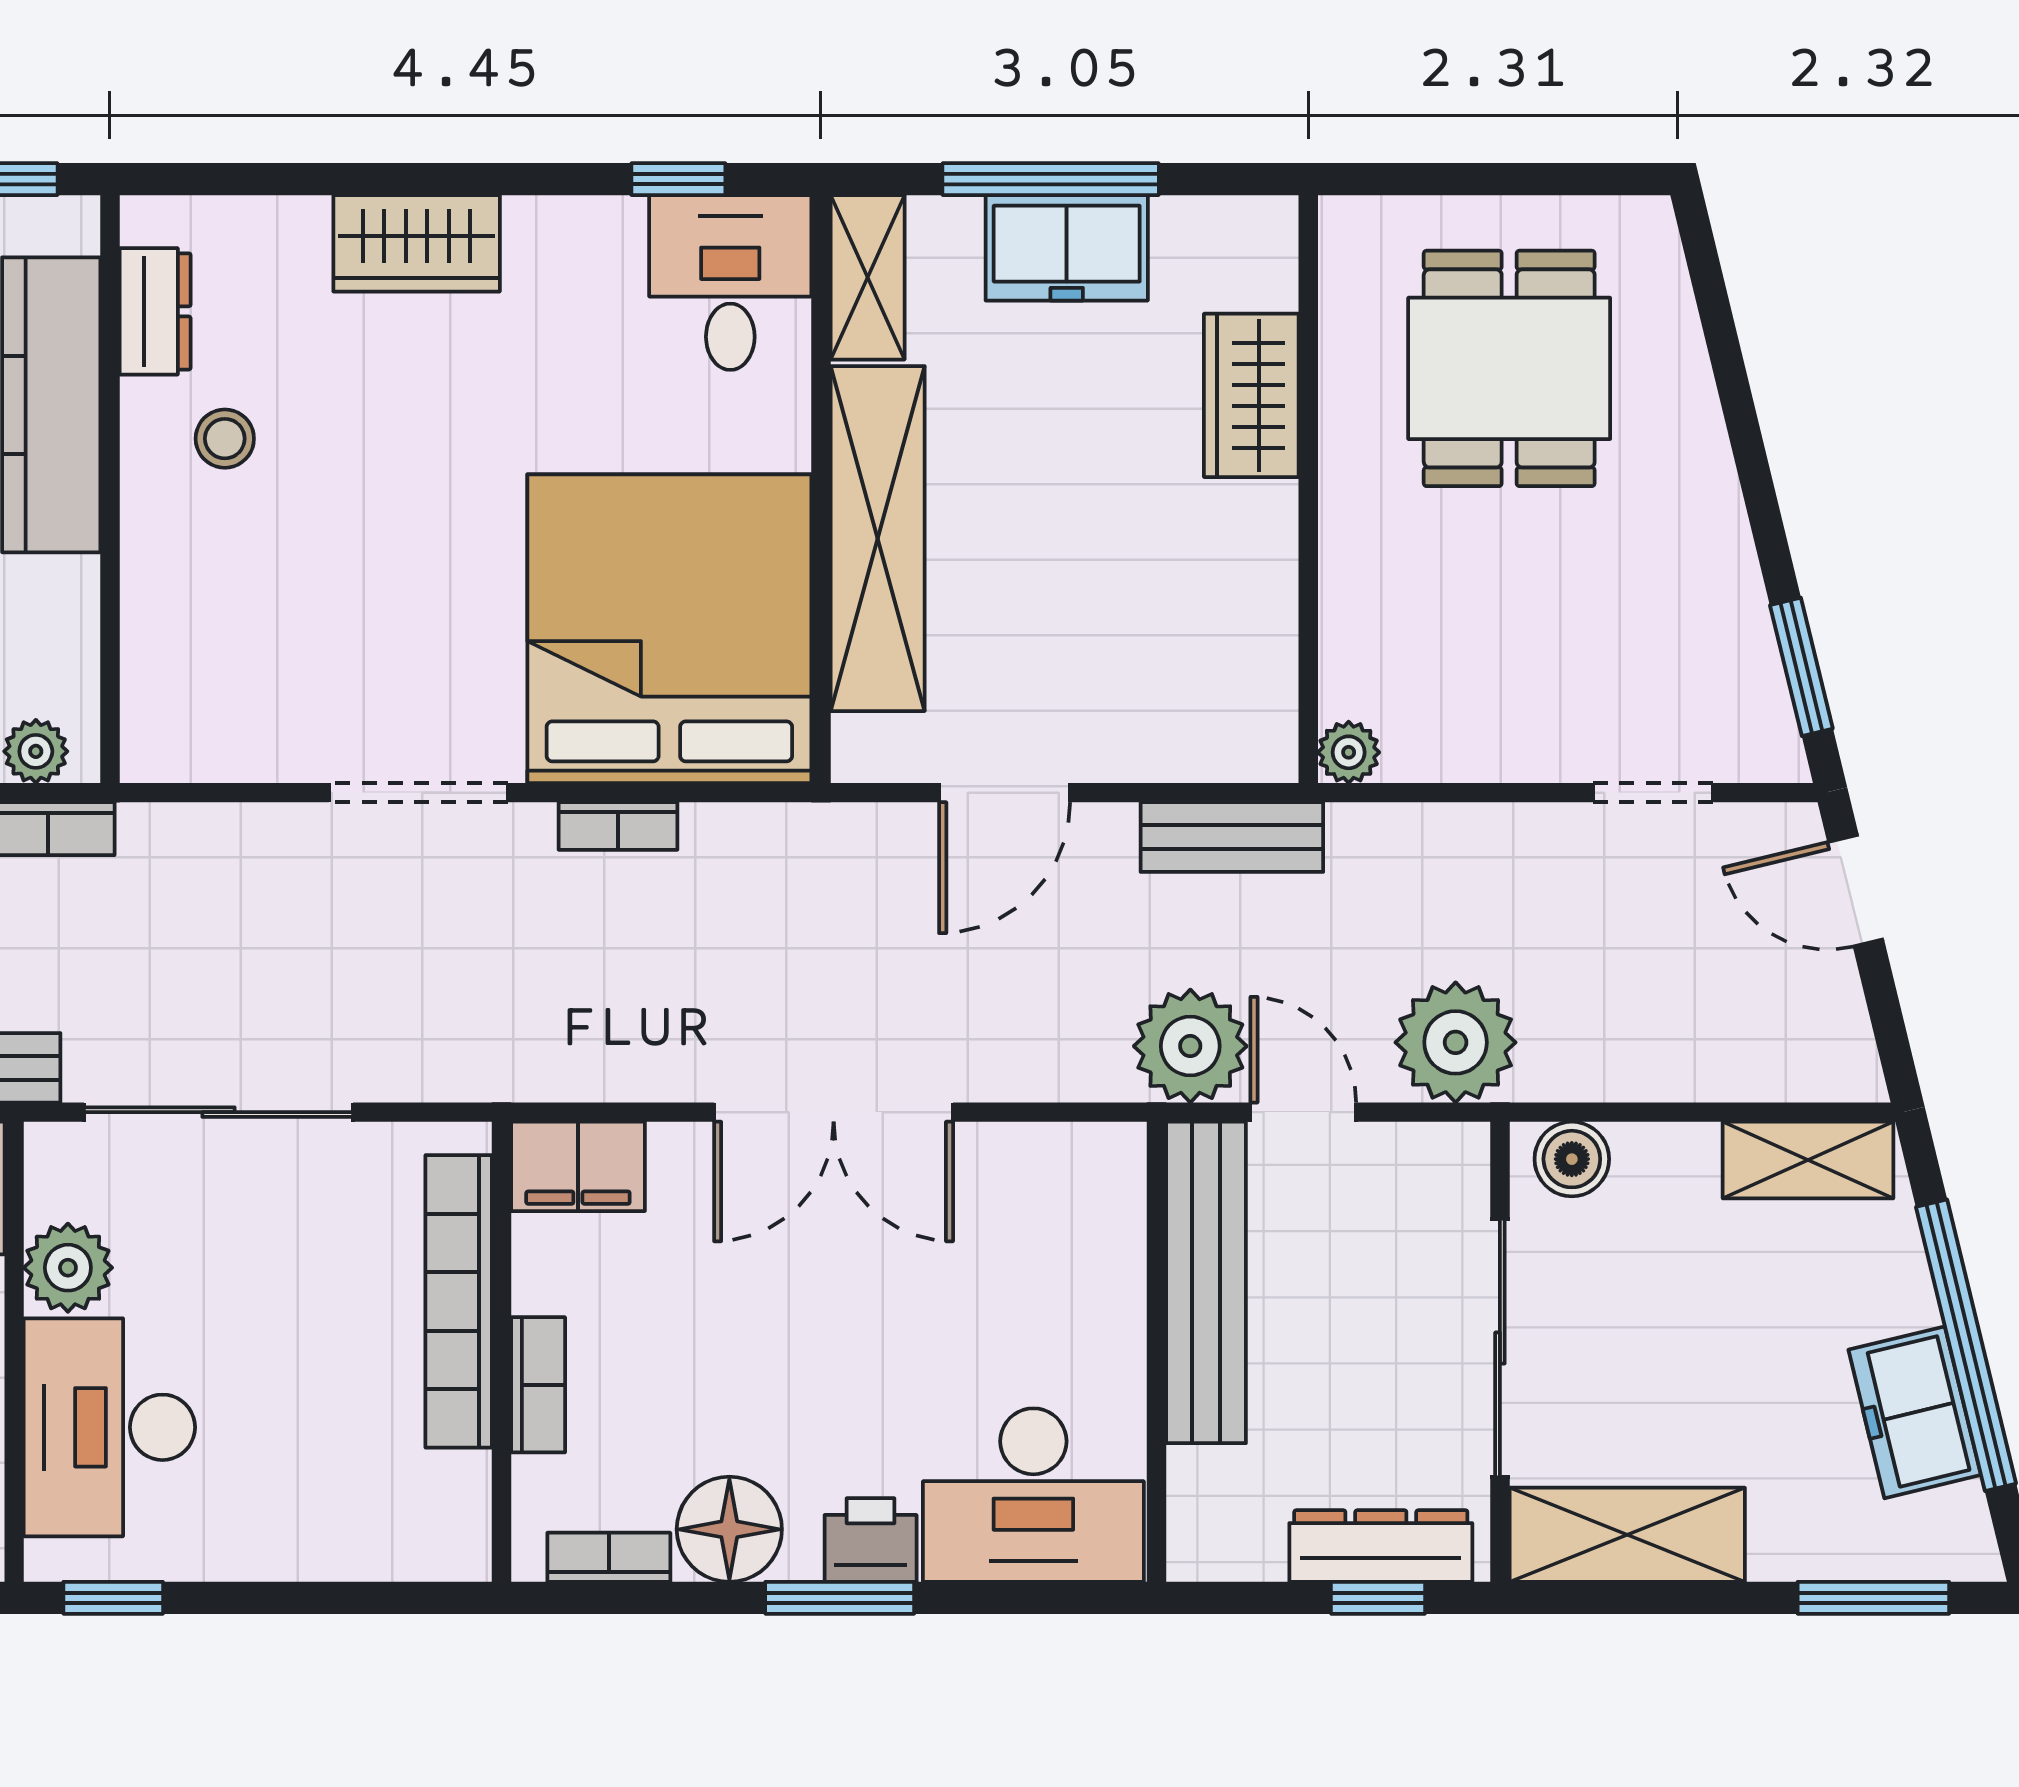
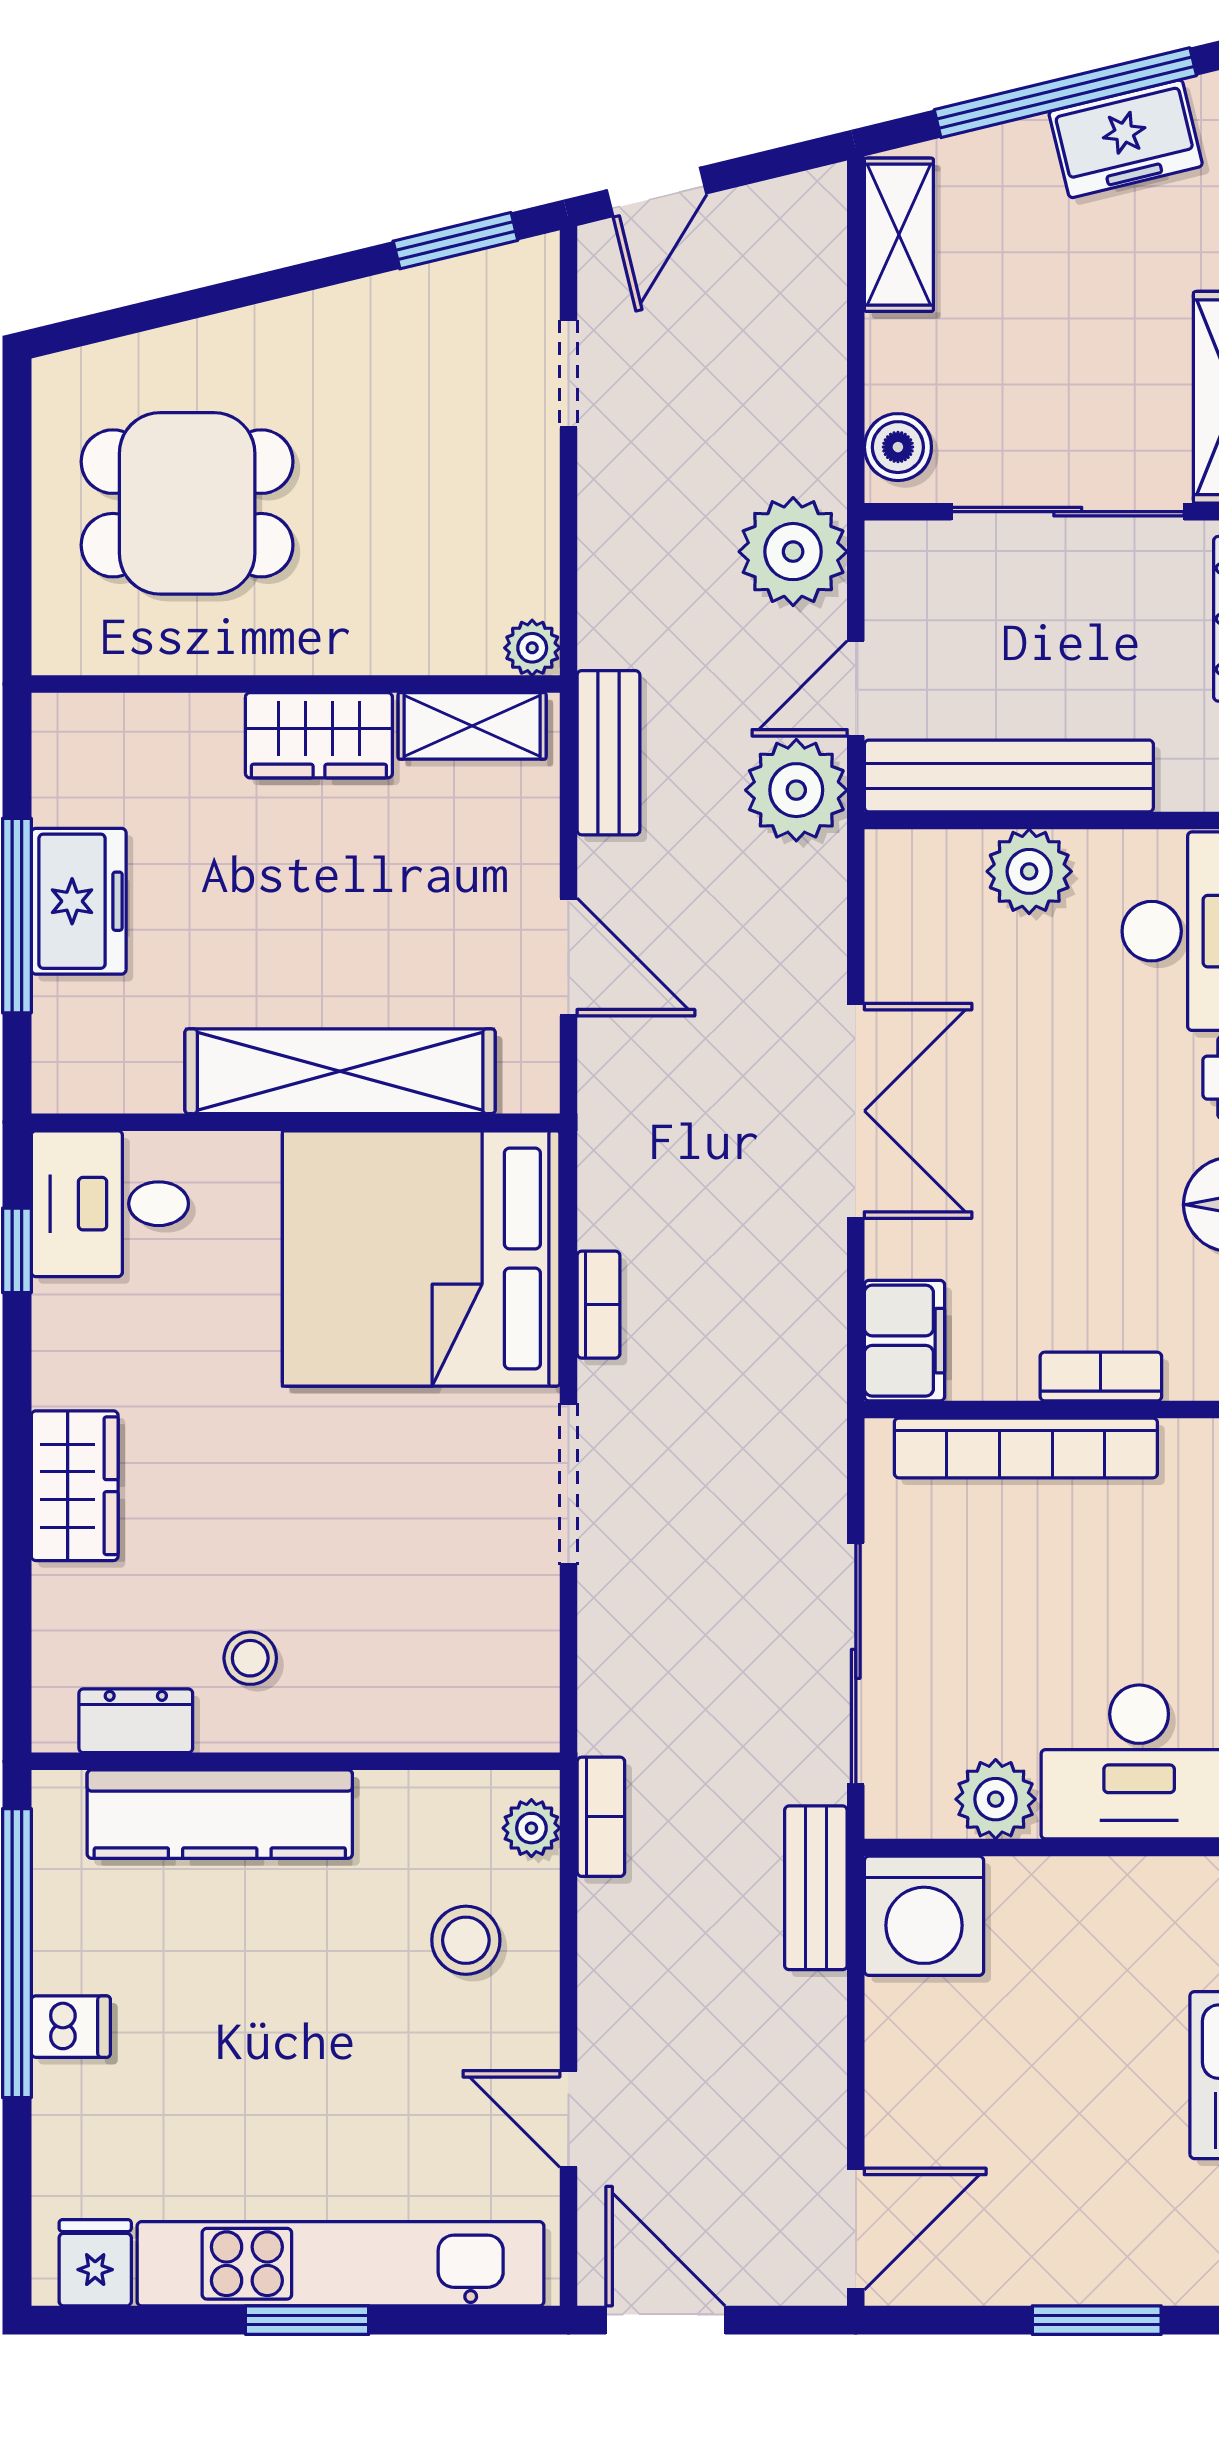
shelving: (868, 277) -> (472, 726), moved
wardrobe: (1251, 395) -> (319, 735), moved
plant: (1100, 1305) -> (1029, 871), added

